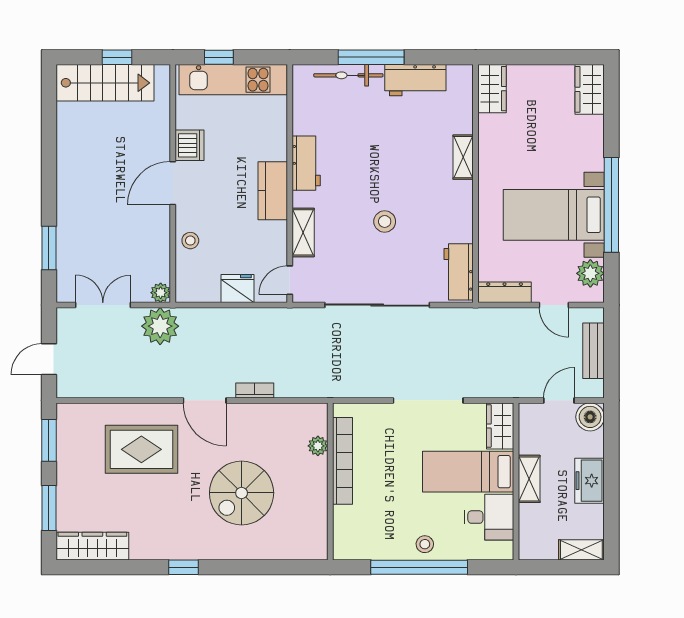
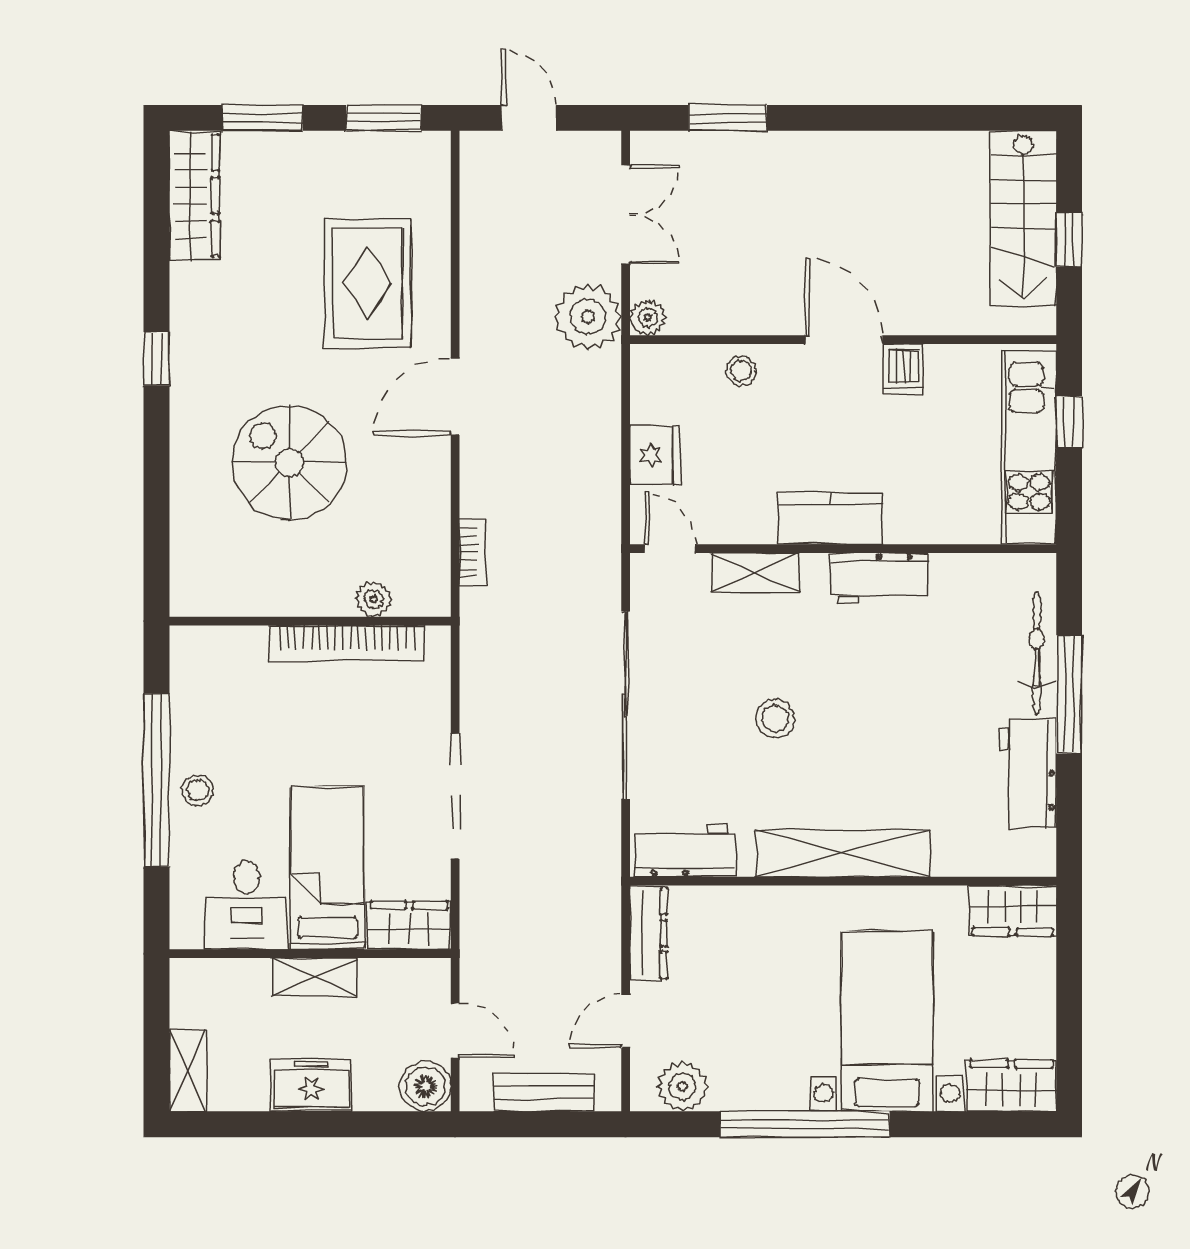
dishwasher: (190, 145) -> (904, 370), width x0.73
shelving: (463, 157) -> (843, 853), width x2.20, depth x1.33
bed with nightstands: (554, 215) -> (887, 1021), moved
bookcase: (255, 390) -> (473, 552), moved

